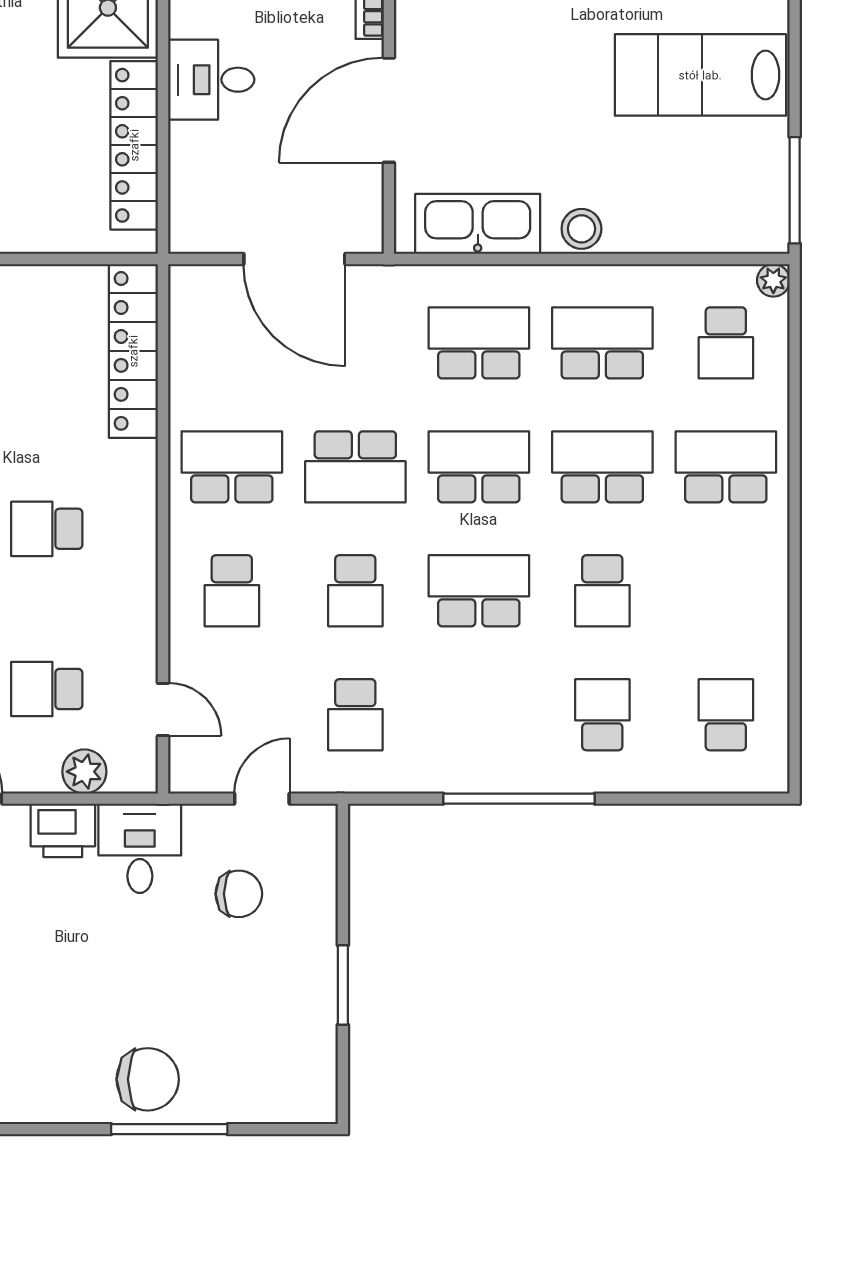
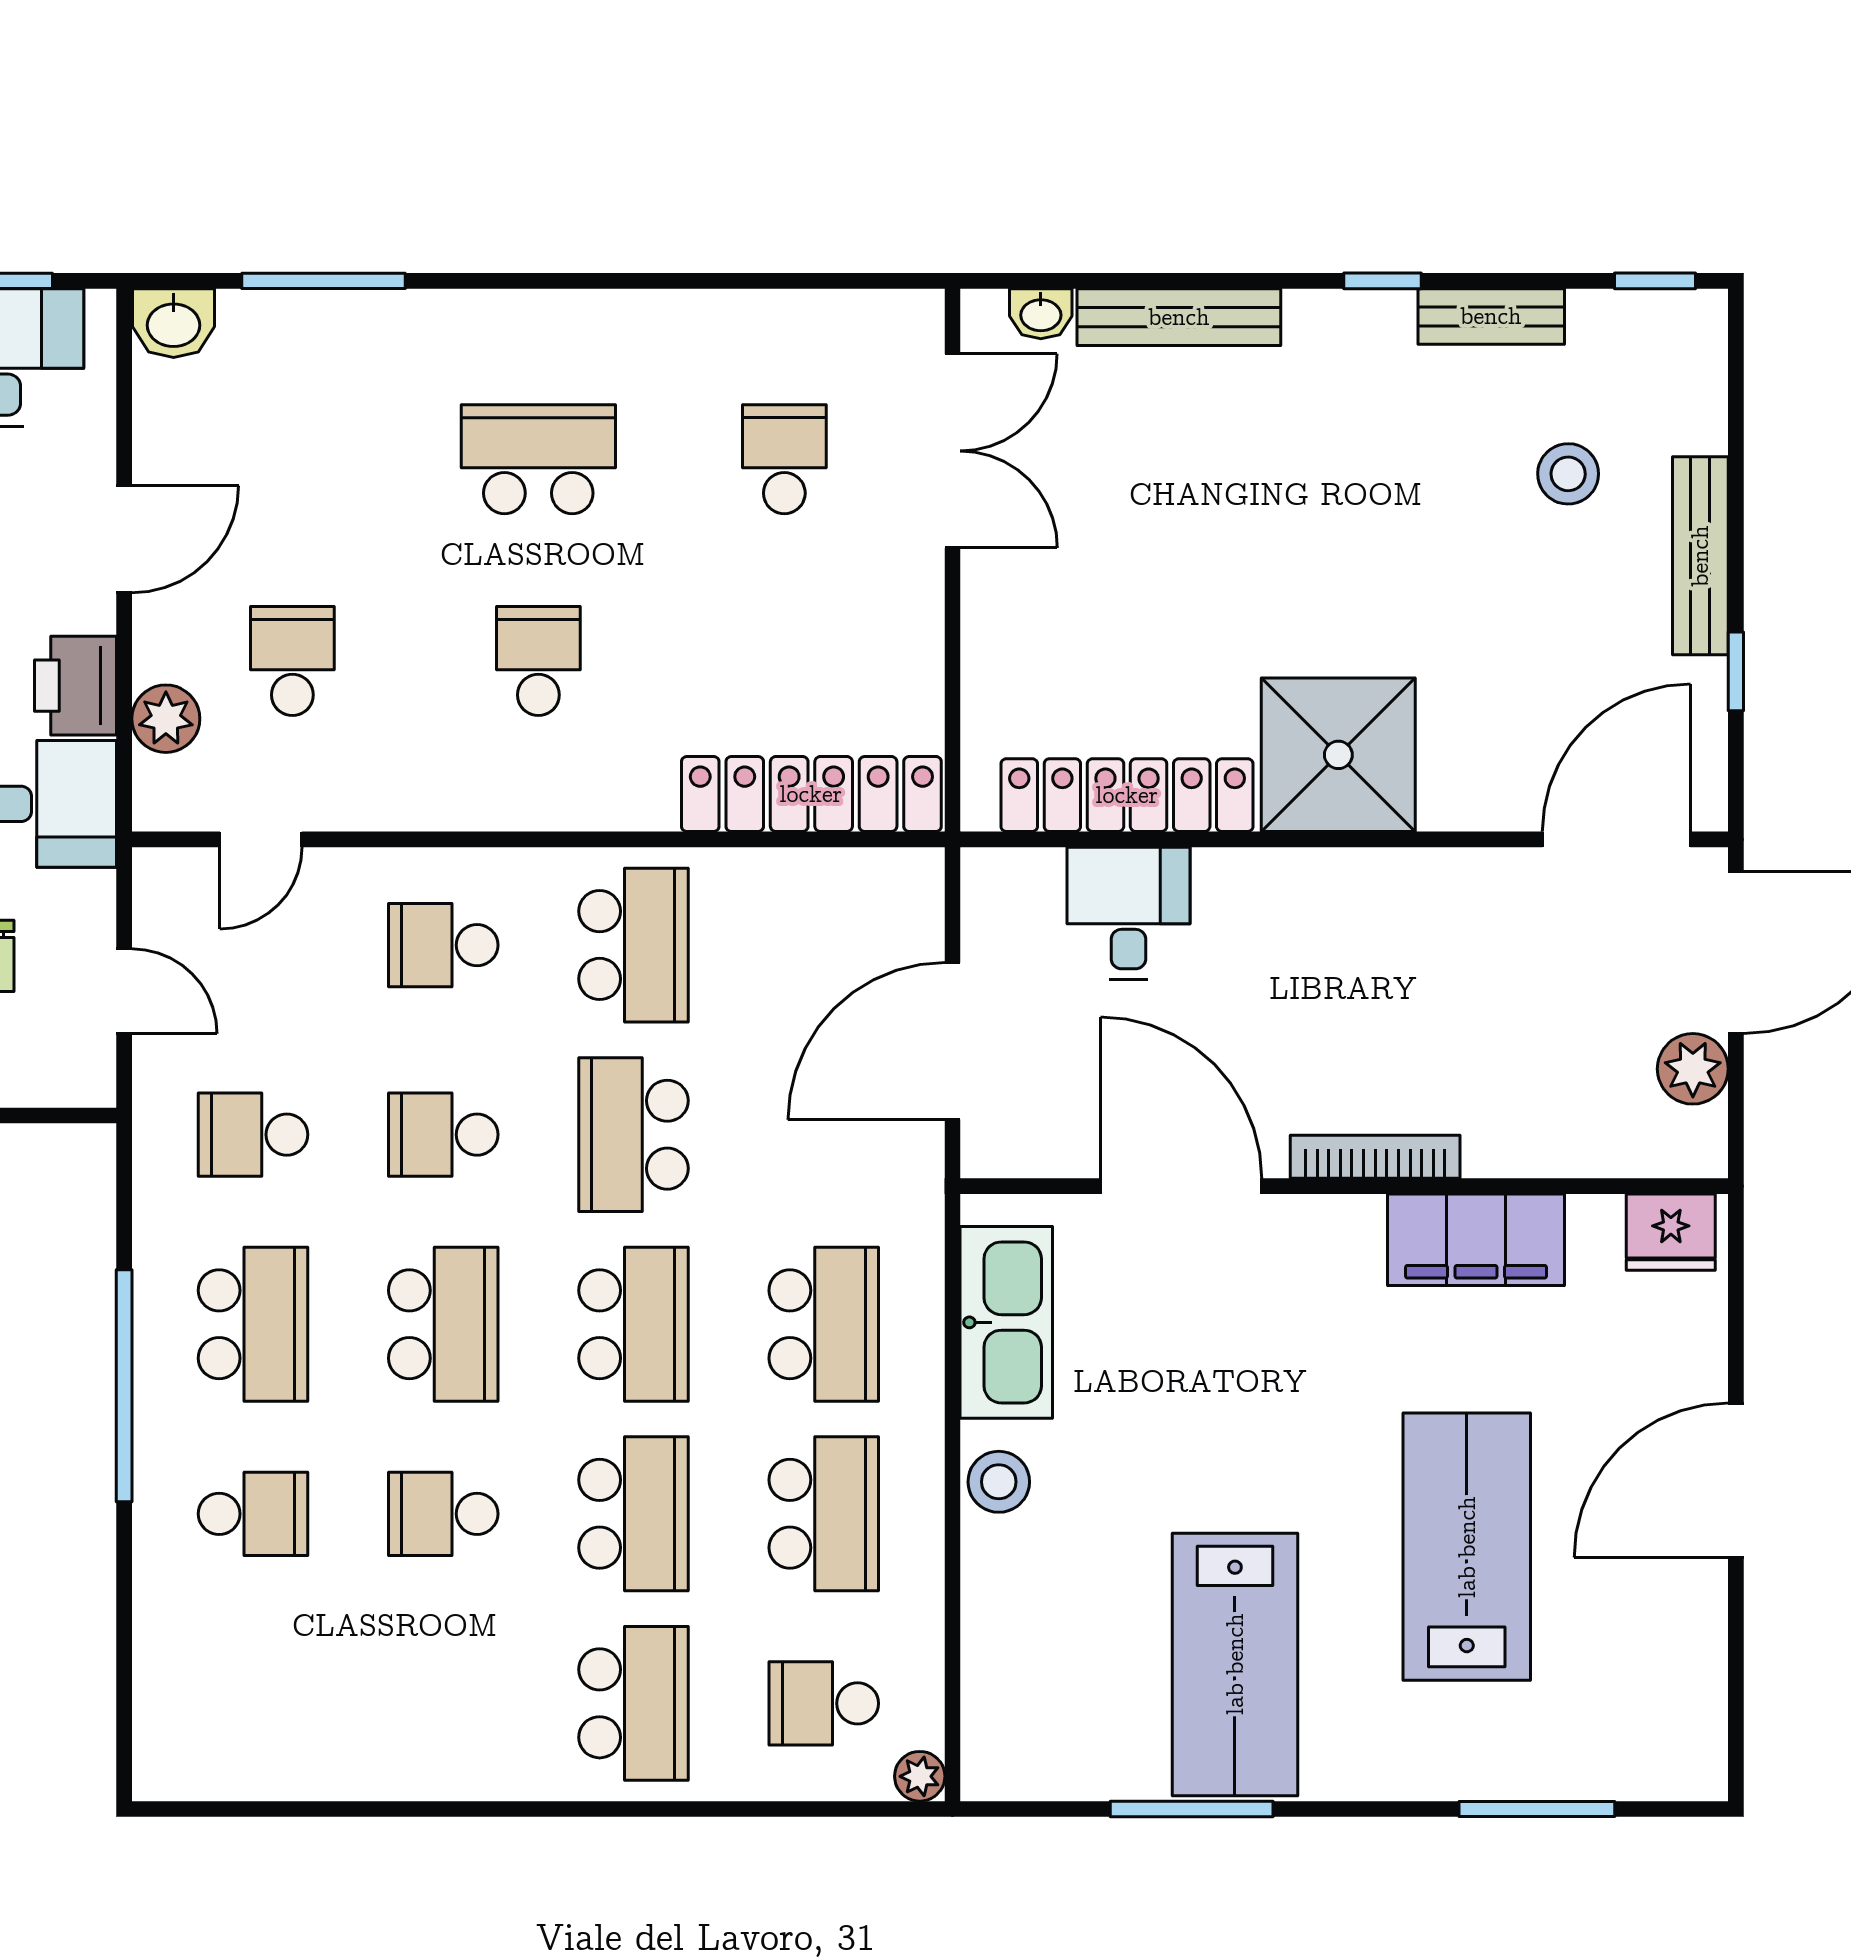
lab bench: (700, 75) -> (1235, 1664), turned 180
desk: (211, 80) -> (1128, 913), moved
window: (795, 190) -> (1192, 1809), moved
school desk: (726, 715) -> (253, 1324), moved, width x1.85

